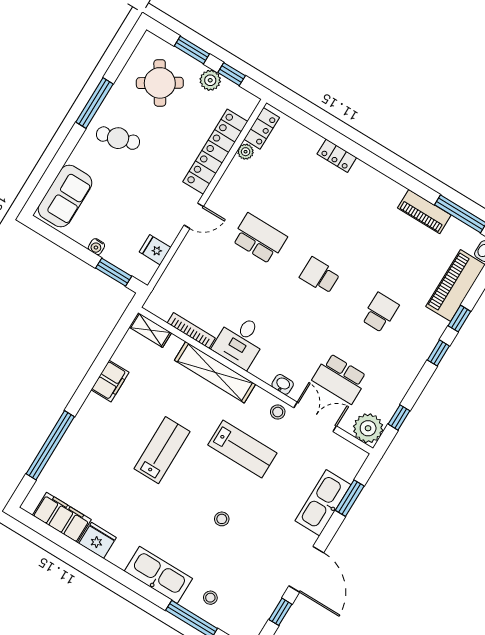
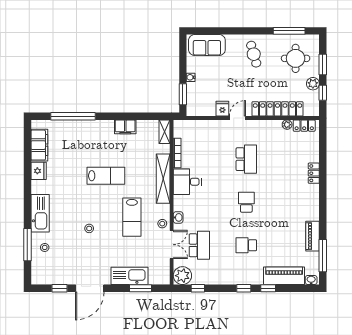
round table: (160, 83) -> (296, 58), turned 32
window: (94, 103) -> (289, 31), moved
door: (194, 216) -> (237, 118), swing flipped
fridge: (155, 250) -> (222, 109), moved
school desk: (380, 312) -> (246, 245), turned 180
school desk: (340, 378) -> (199, 245), turned 180

